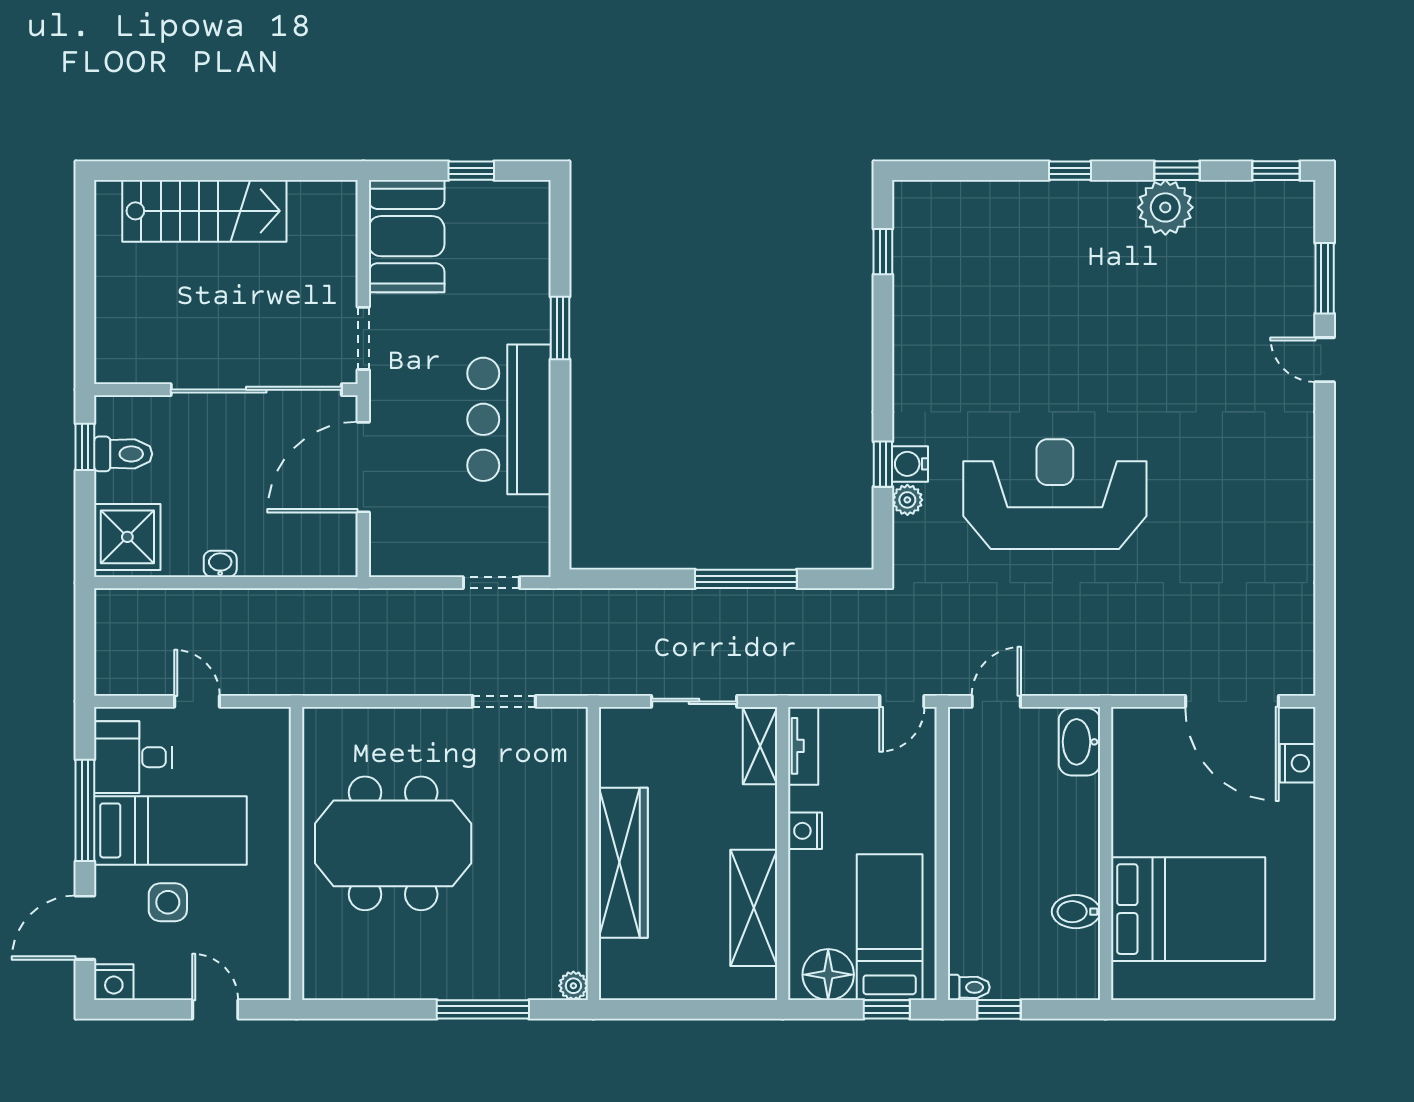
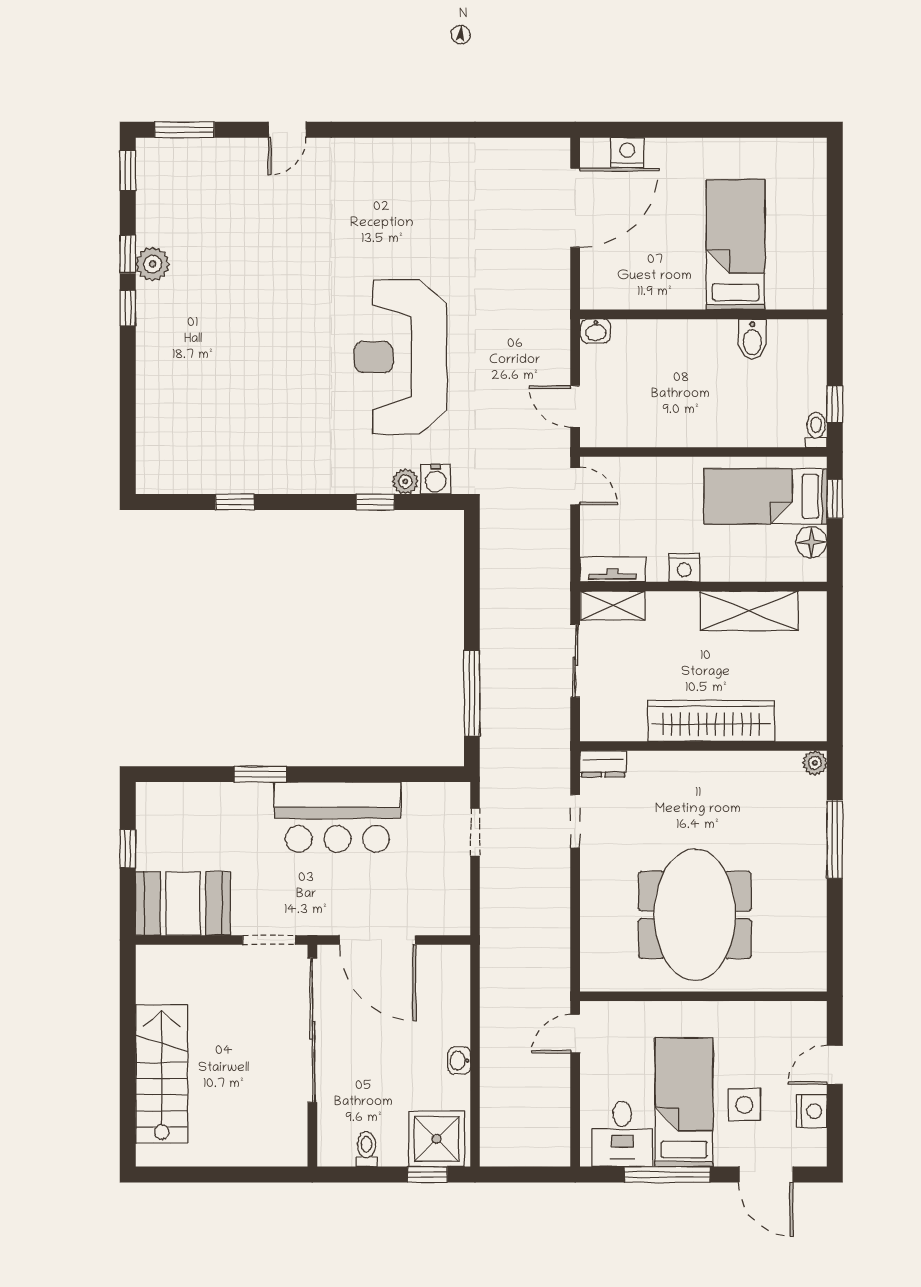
window: (1070, 171) -> (128, 308), moved
plant: (1165, 207) -> (153, 264), width x0.73, depth x0.73
window: (883, 252) -> (235, 502), moved
window: (1325, 278) -> (185, 130), moved
window: (85, 447) -> (428, 1175), moved
toilet: (123, 454) -> (367, 1149), width x0.73, depth x0.72
water cooler: (910, 464) -> (436, 479), moved
window: (746, 579) -> (472, 693), moved
door: (197, 701) -> (575, 1034), moved
dresser: (572, 735) -> (603, 764), added
washbasin: (1079, 742) -> (596, 331), width x0.52, depth x0.69
bed: (1188, 909) -> (736, 245), width x0.67
floor lamp: (828, 975) -> (811, 542), width x0.73, depth x0.73
nightstand: (114, 982) -> (812, 1111), moved

